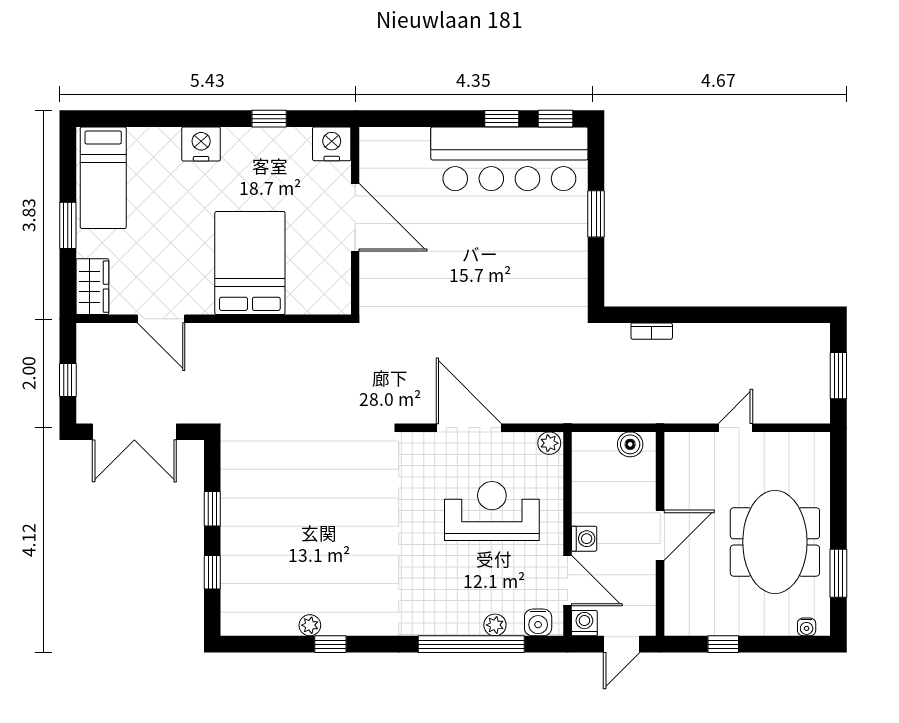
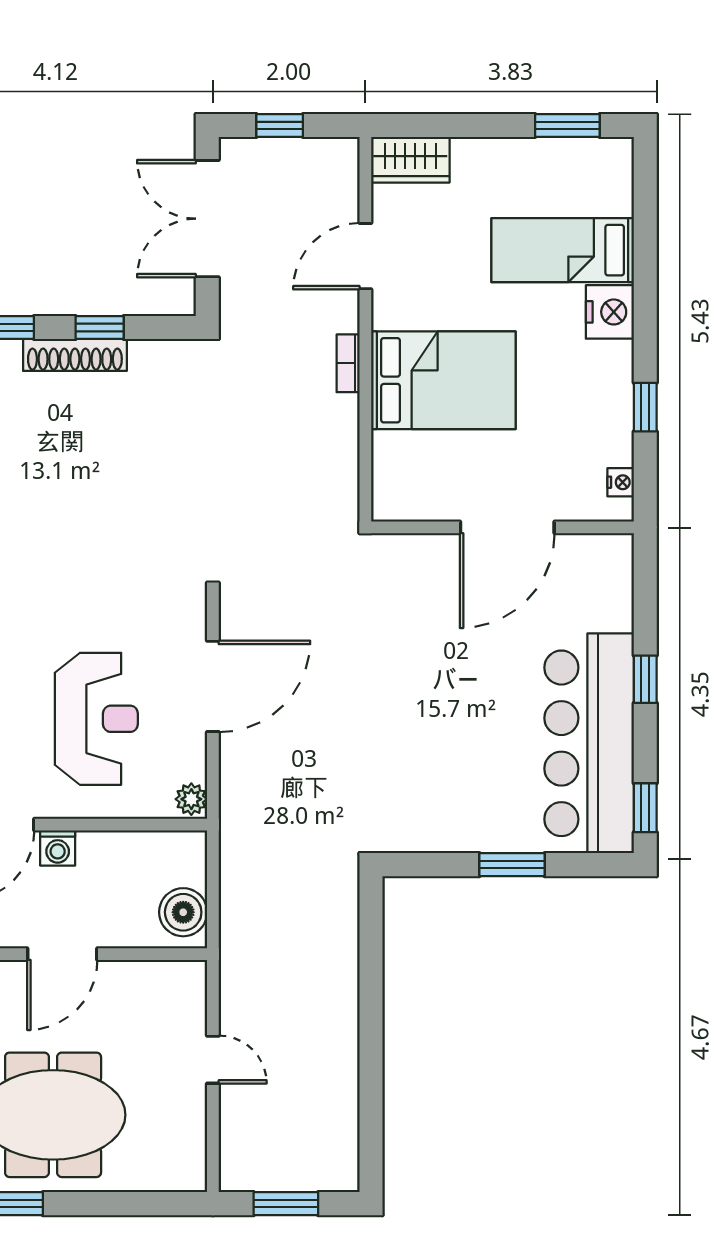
window: (502, 119) -> (645, 679), moved
nightstand: (332, 144) -> (621, 482), width x0.53, depth x0.56
bed: (103, 178) -> (563, 250), moved
window: (68, 225) -> (567, 126), moved
bookcase: (652, 331) -> (348, 363), moved
boiler: (630, 444) -> (183, 912), width x1.36, depth x1.36
shoe rack: (232, 526) -> (75, 355), added
door: (660, 535) -> (62, 954), hinge flipped

